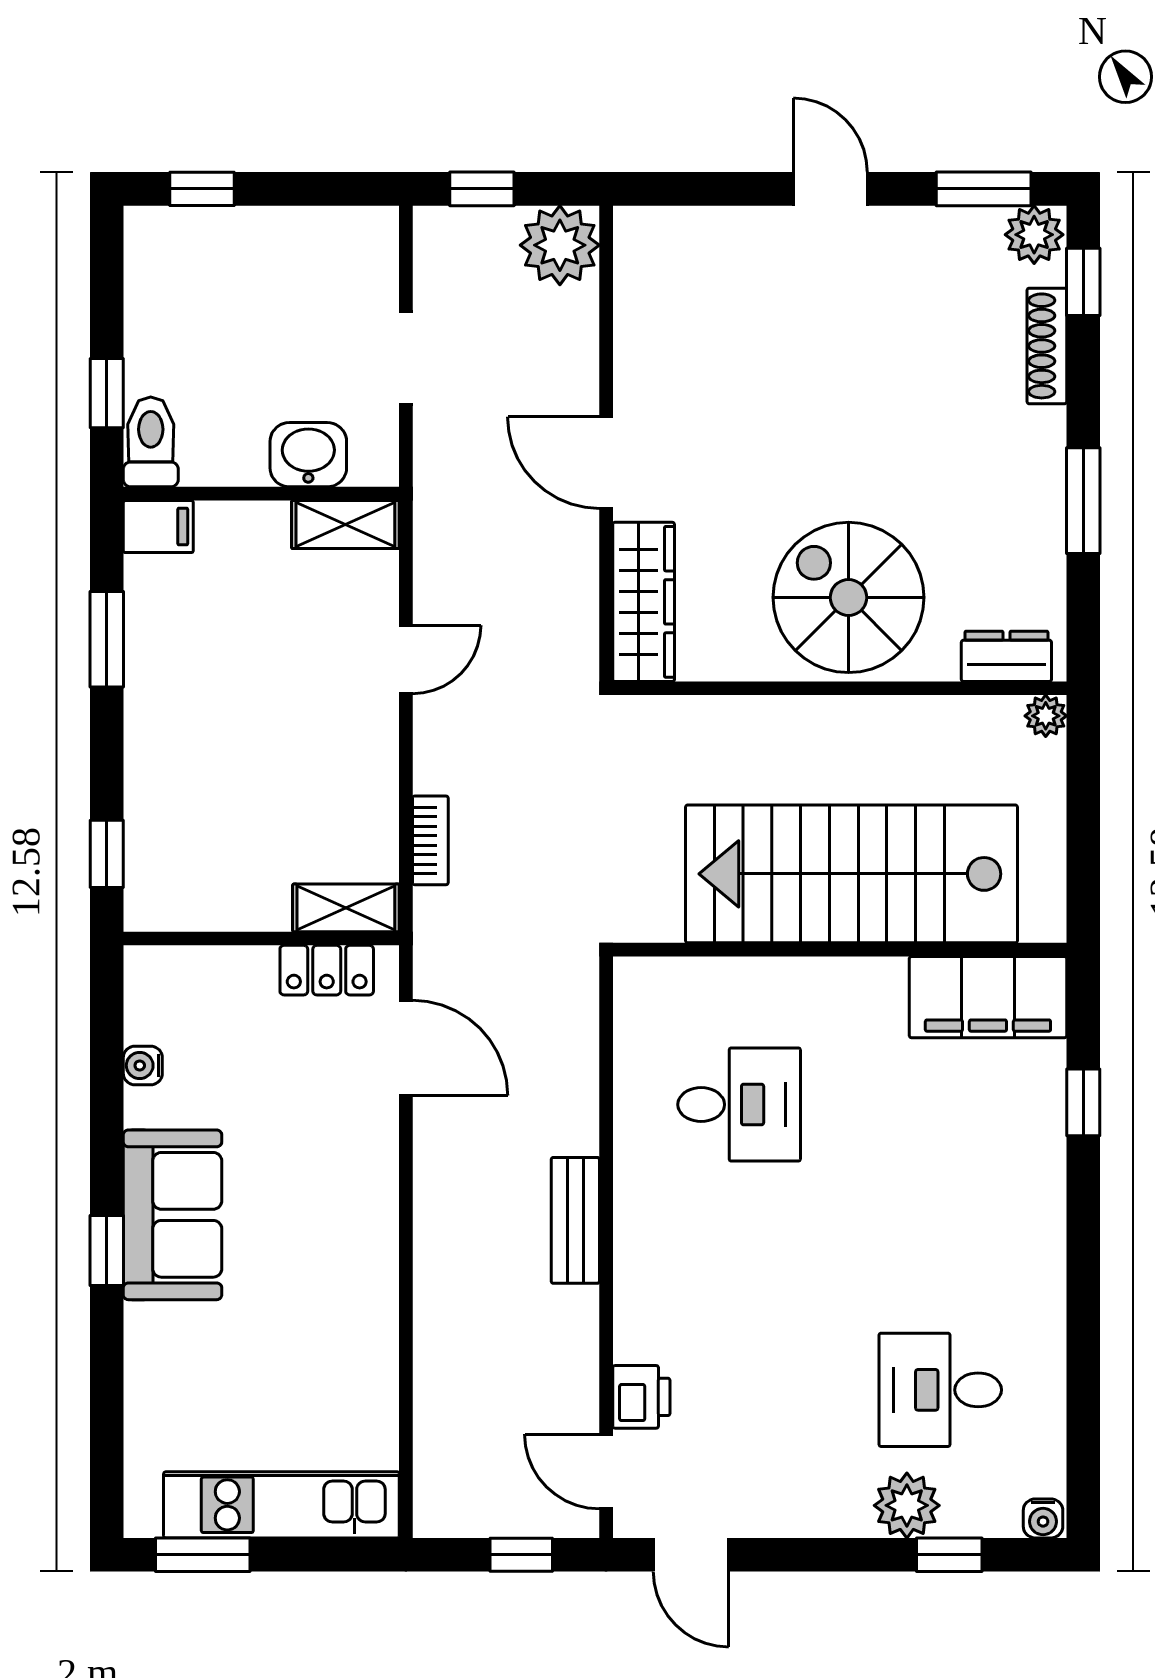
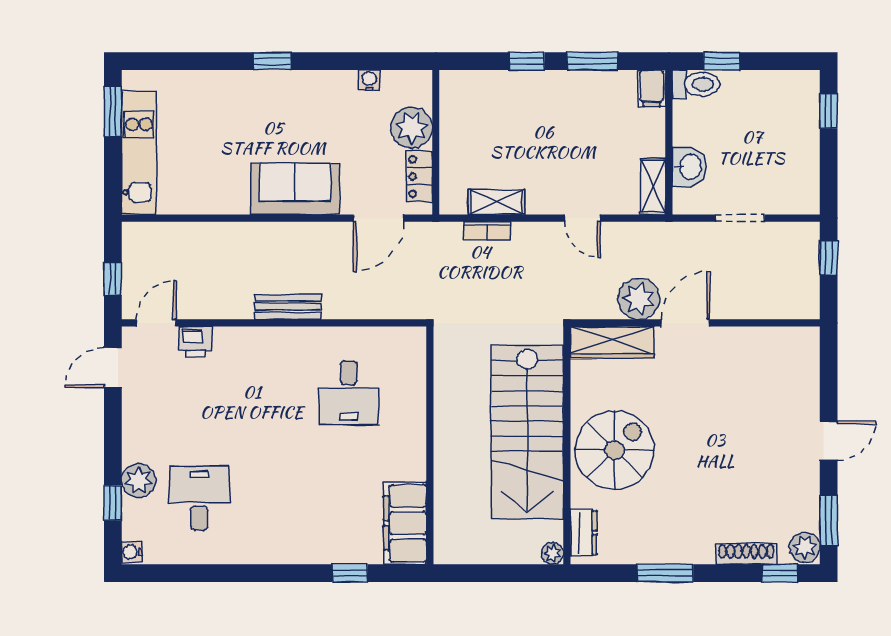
plant: (560, 245) -> (639, 299), moved
window: (107, 854) -> (527, 61), moved
stairs: (851, 874) -> (527, 432), moved, turned 180
shelving: (346, 908) -> (496, 202), moved, turned 90
plant: (234, 984) -> (412, 128), added
sofa: (172, 1215) -> (295, 189), moved, turned 180

